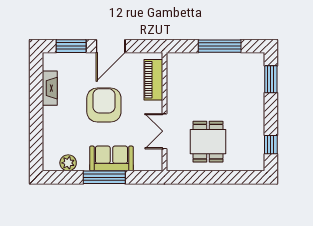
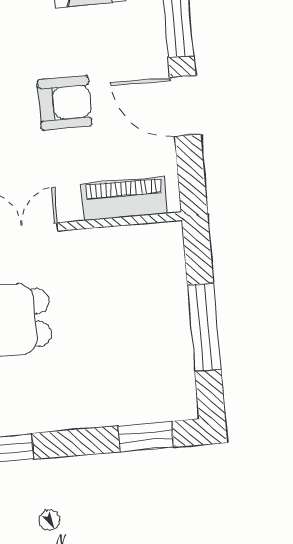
armchair: (104, 105) -> (65, 103), width x0.73, depth x0.73

